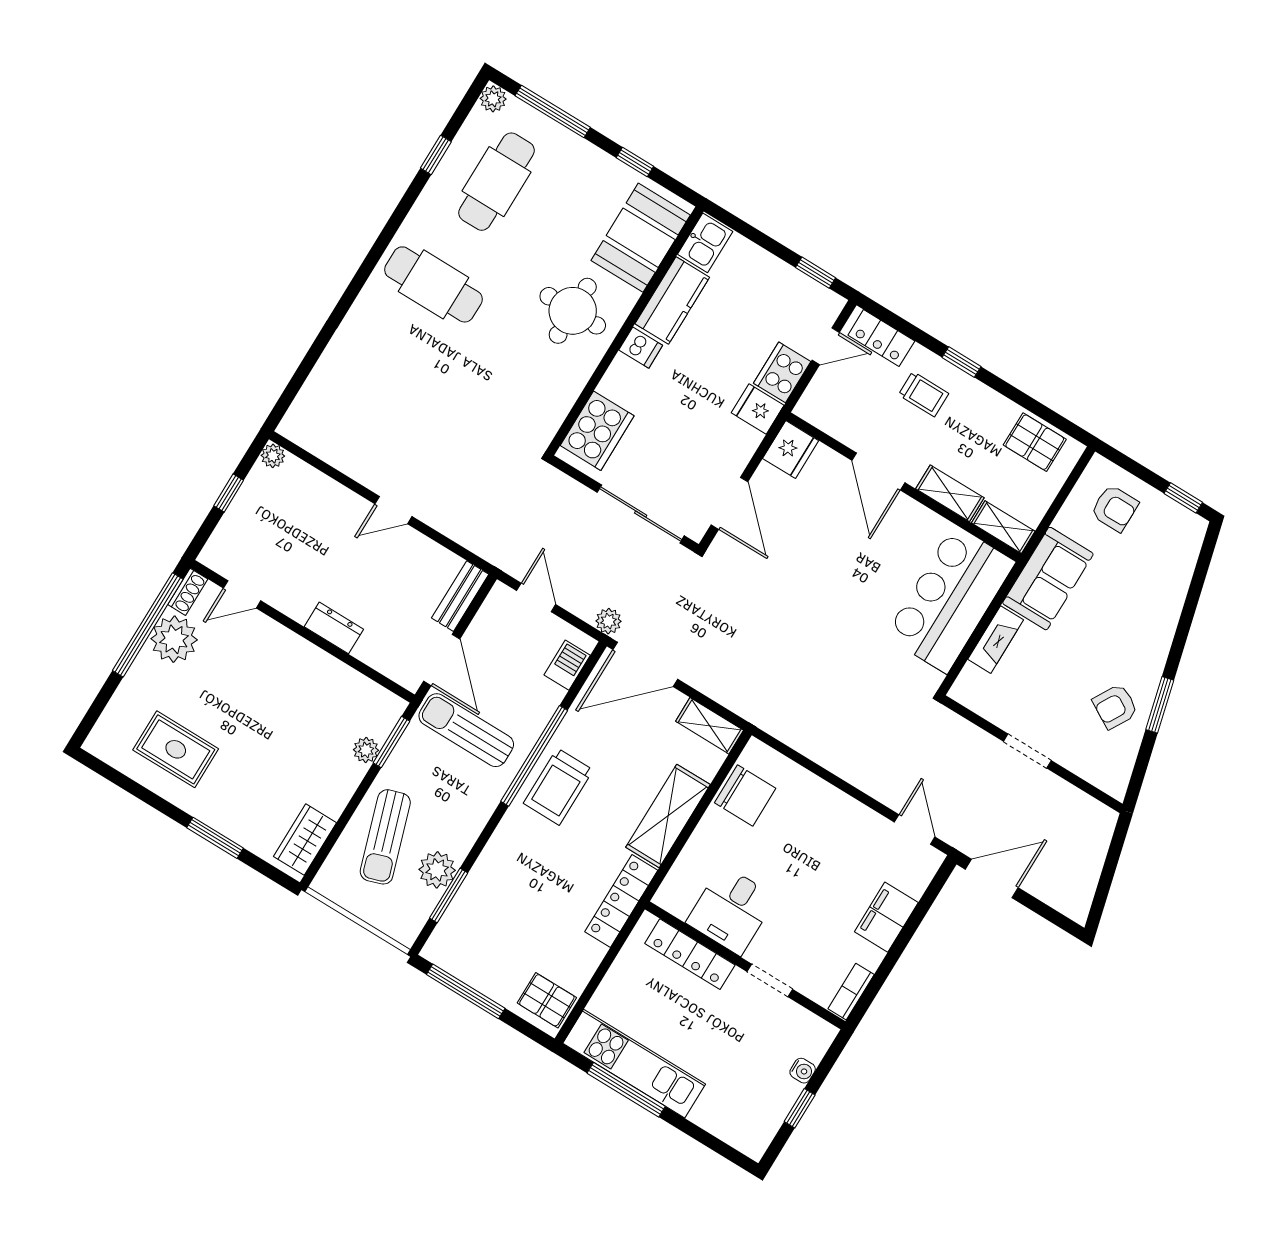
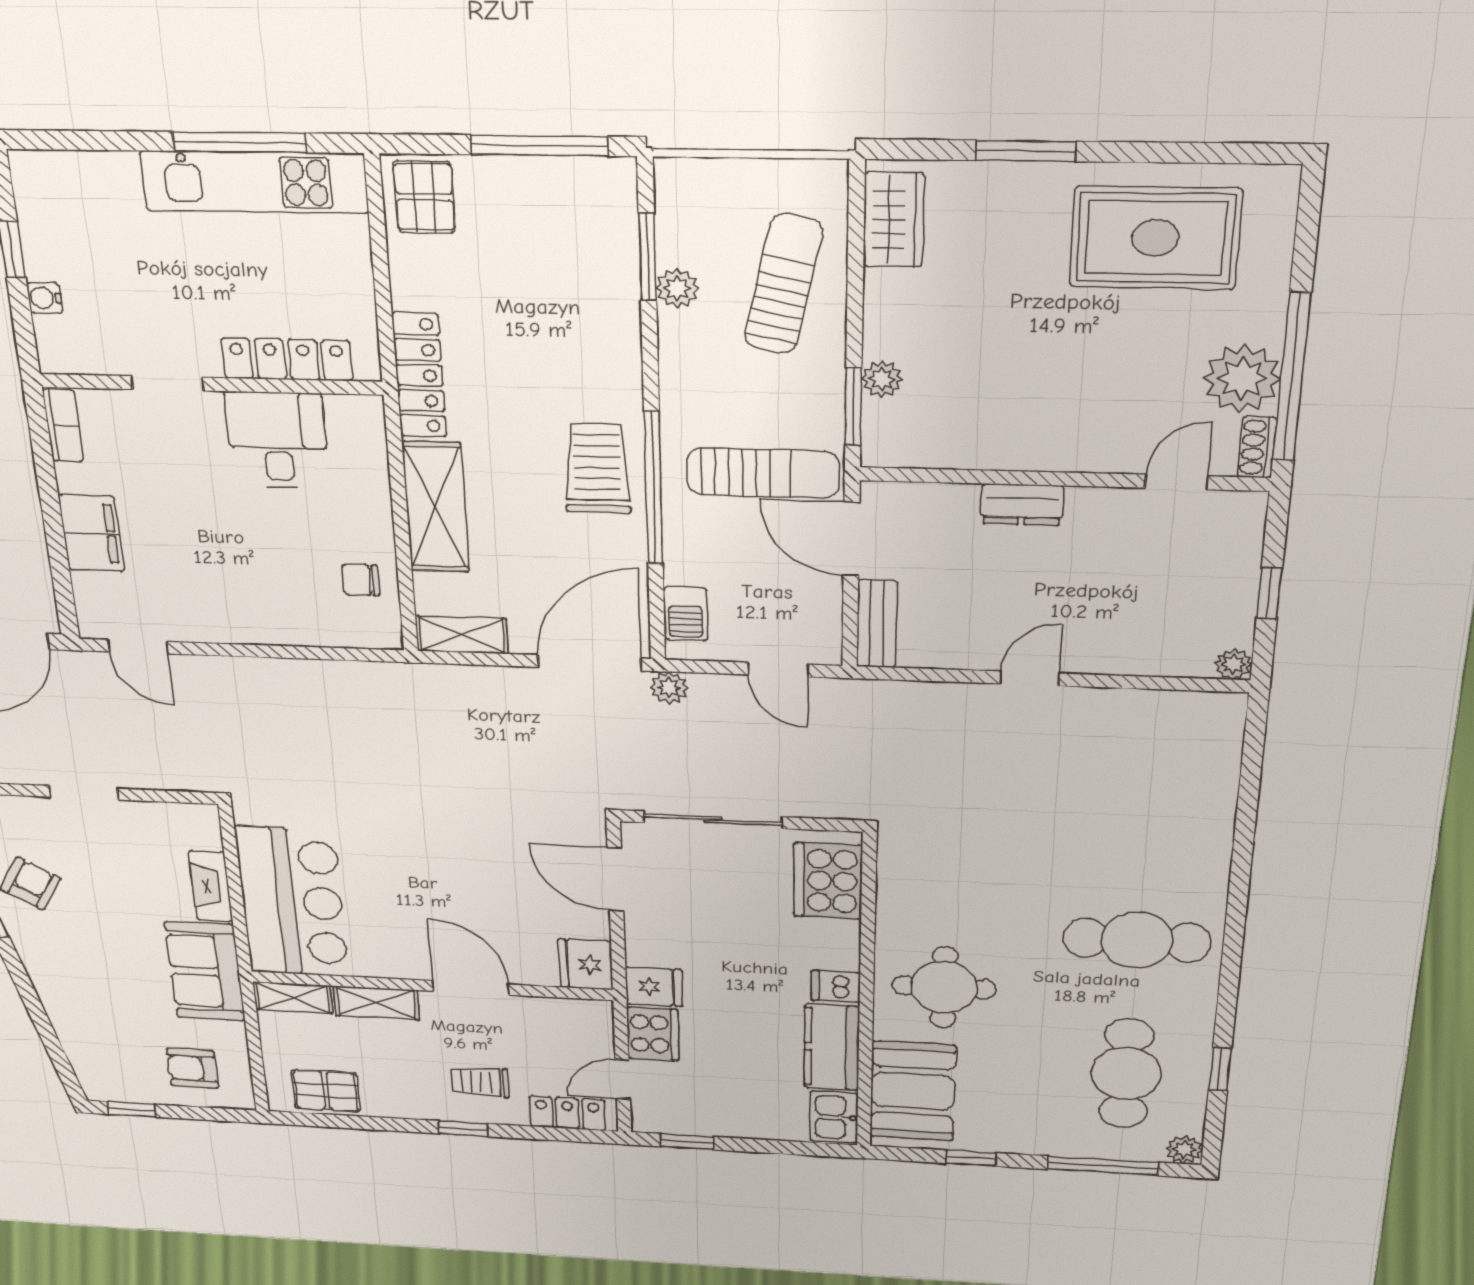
rug: (176, 749) -> (1155, 238), width x1.36, depth x1.43
chair: (745, 795) -> (361, 580), width x0.54, depth x0.54
sun lounger: (385, 837) -> (783, 284), turned 30
plant: (437, 870) -> (677, 288), width x0.73, depth x0.73
pallet: (547, 1000) -> (424, 197), turned 90

